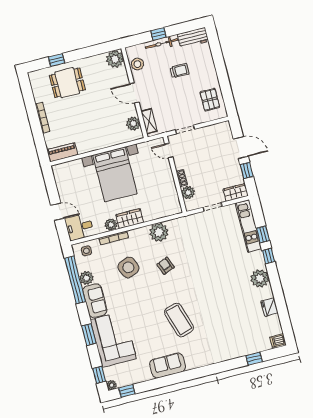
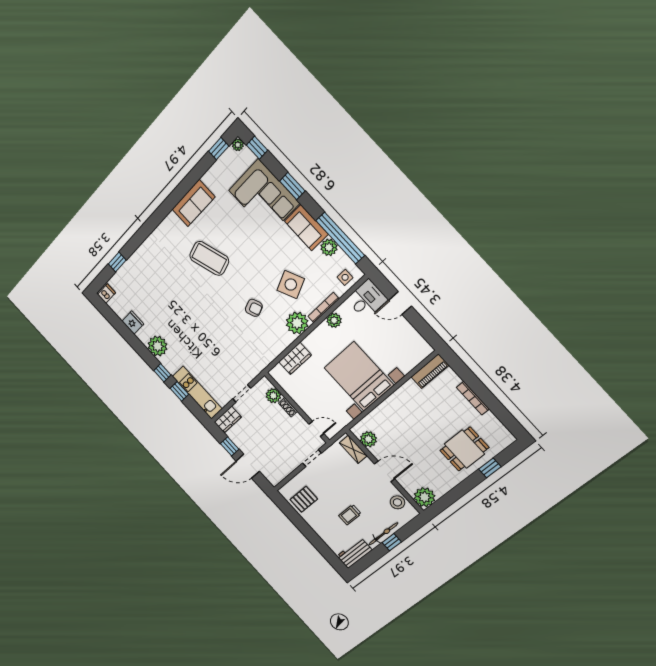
pallet: (210, 100) -> (304, 499), turned 90
wardrobe: (130, 219) -> (295, 358), moved
plant: (159, 232) -> (297, 323), moved

